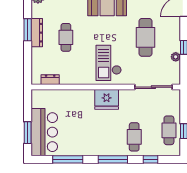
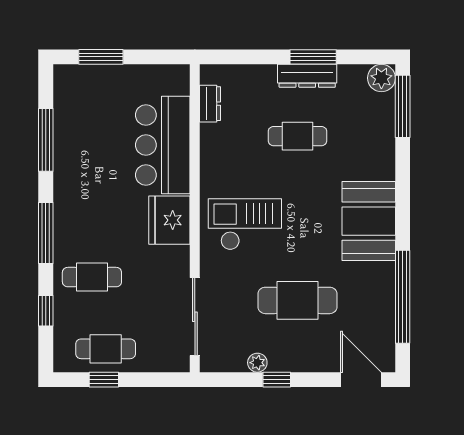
bar counter: (44, 132) -> (163, 145), moved, turned 90

